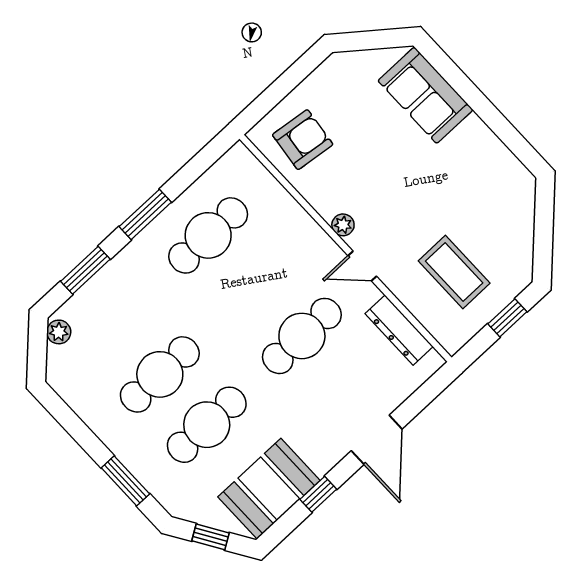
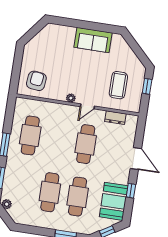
sofa: (425, 95) -> (93, 40), moved
coffee table: (454, 272) -> (118, 85), turned 90
dresser: (399, 330) -> (115, 118), width x0.70

